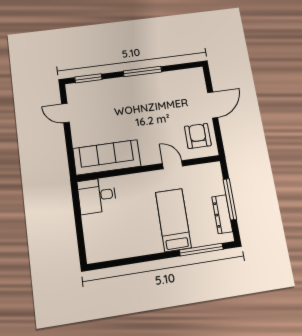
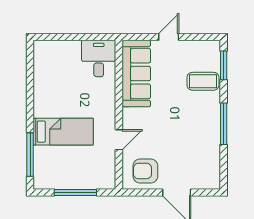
coffee table: (106, 95) -> (203, 81), added
door: (65, 113) -> (169, 37), moved
armchair: (198, 136) -> (145, 171), turned 180
dresser: (222, 214) -> (61, 182), removed

